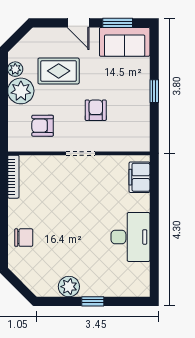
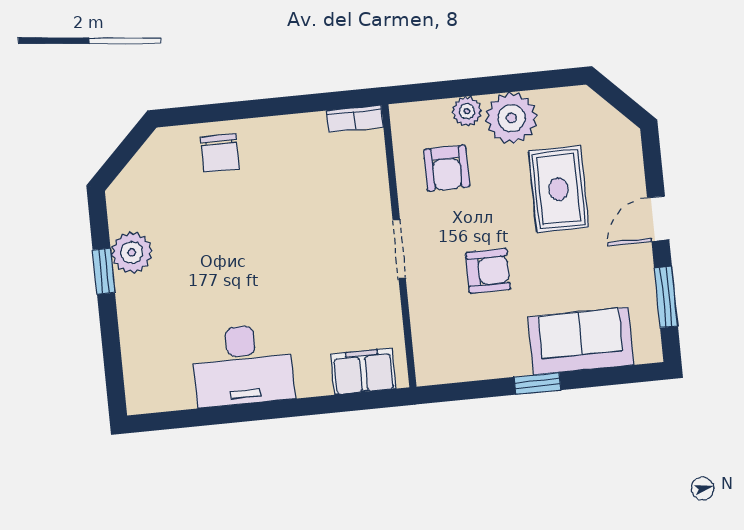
sofa: (125, 42) -> (581, 341), moved, turned 90
plant: (15, 69) -> (467, 111), moved
armchair: (43, 126) -> (447, 168), turned 180
bookcase: (13, 177) -> (355, 119), width x0.64
window: (93, 301) -> (104, 271), moved

